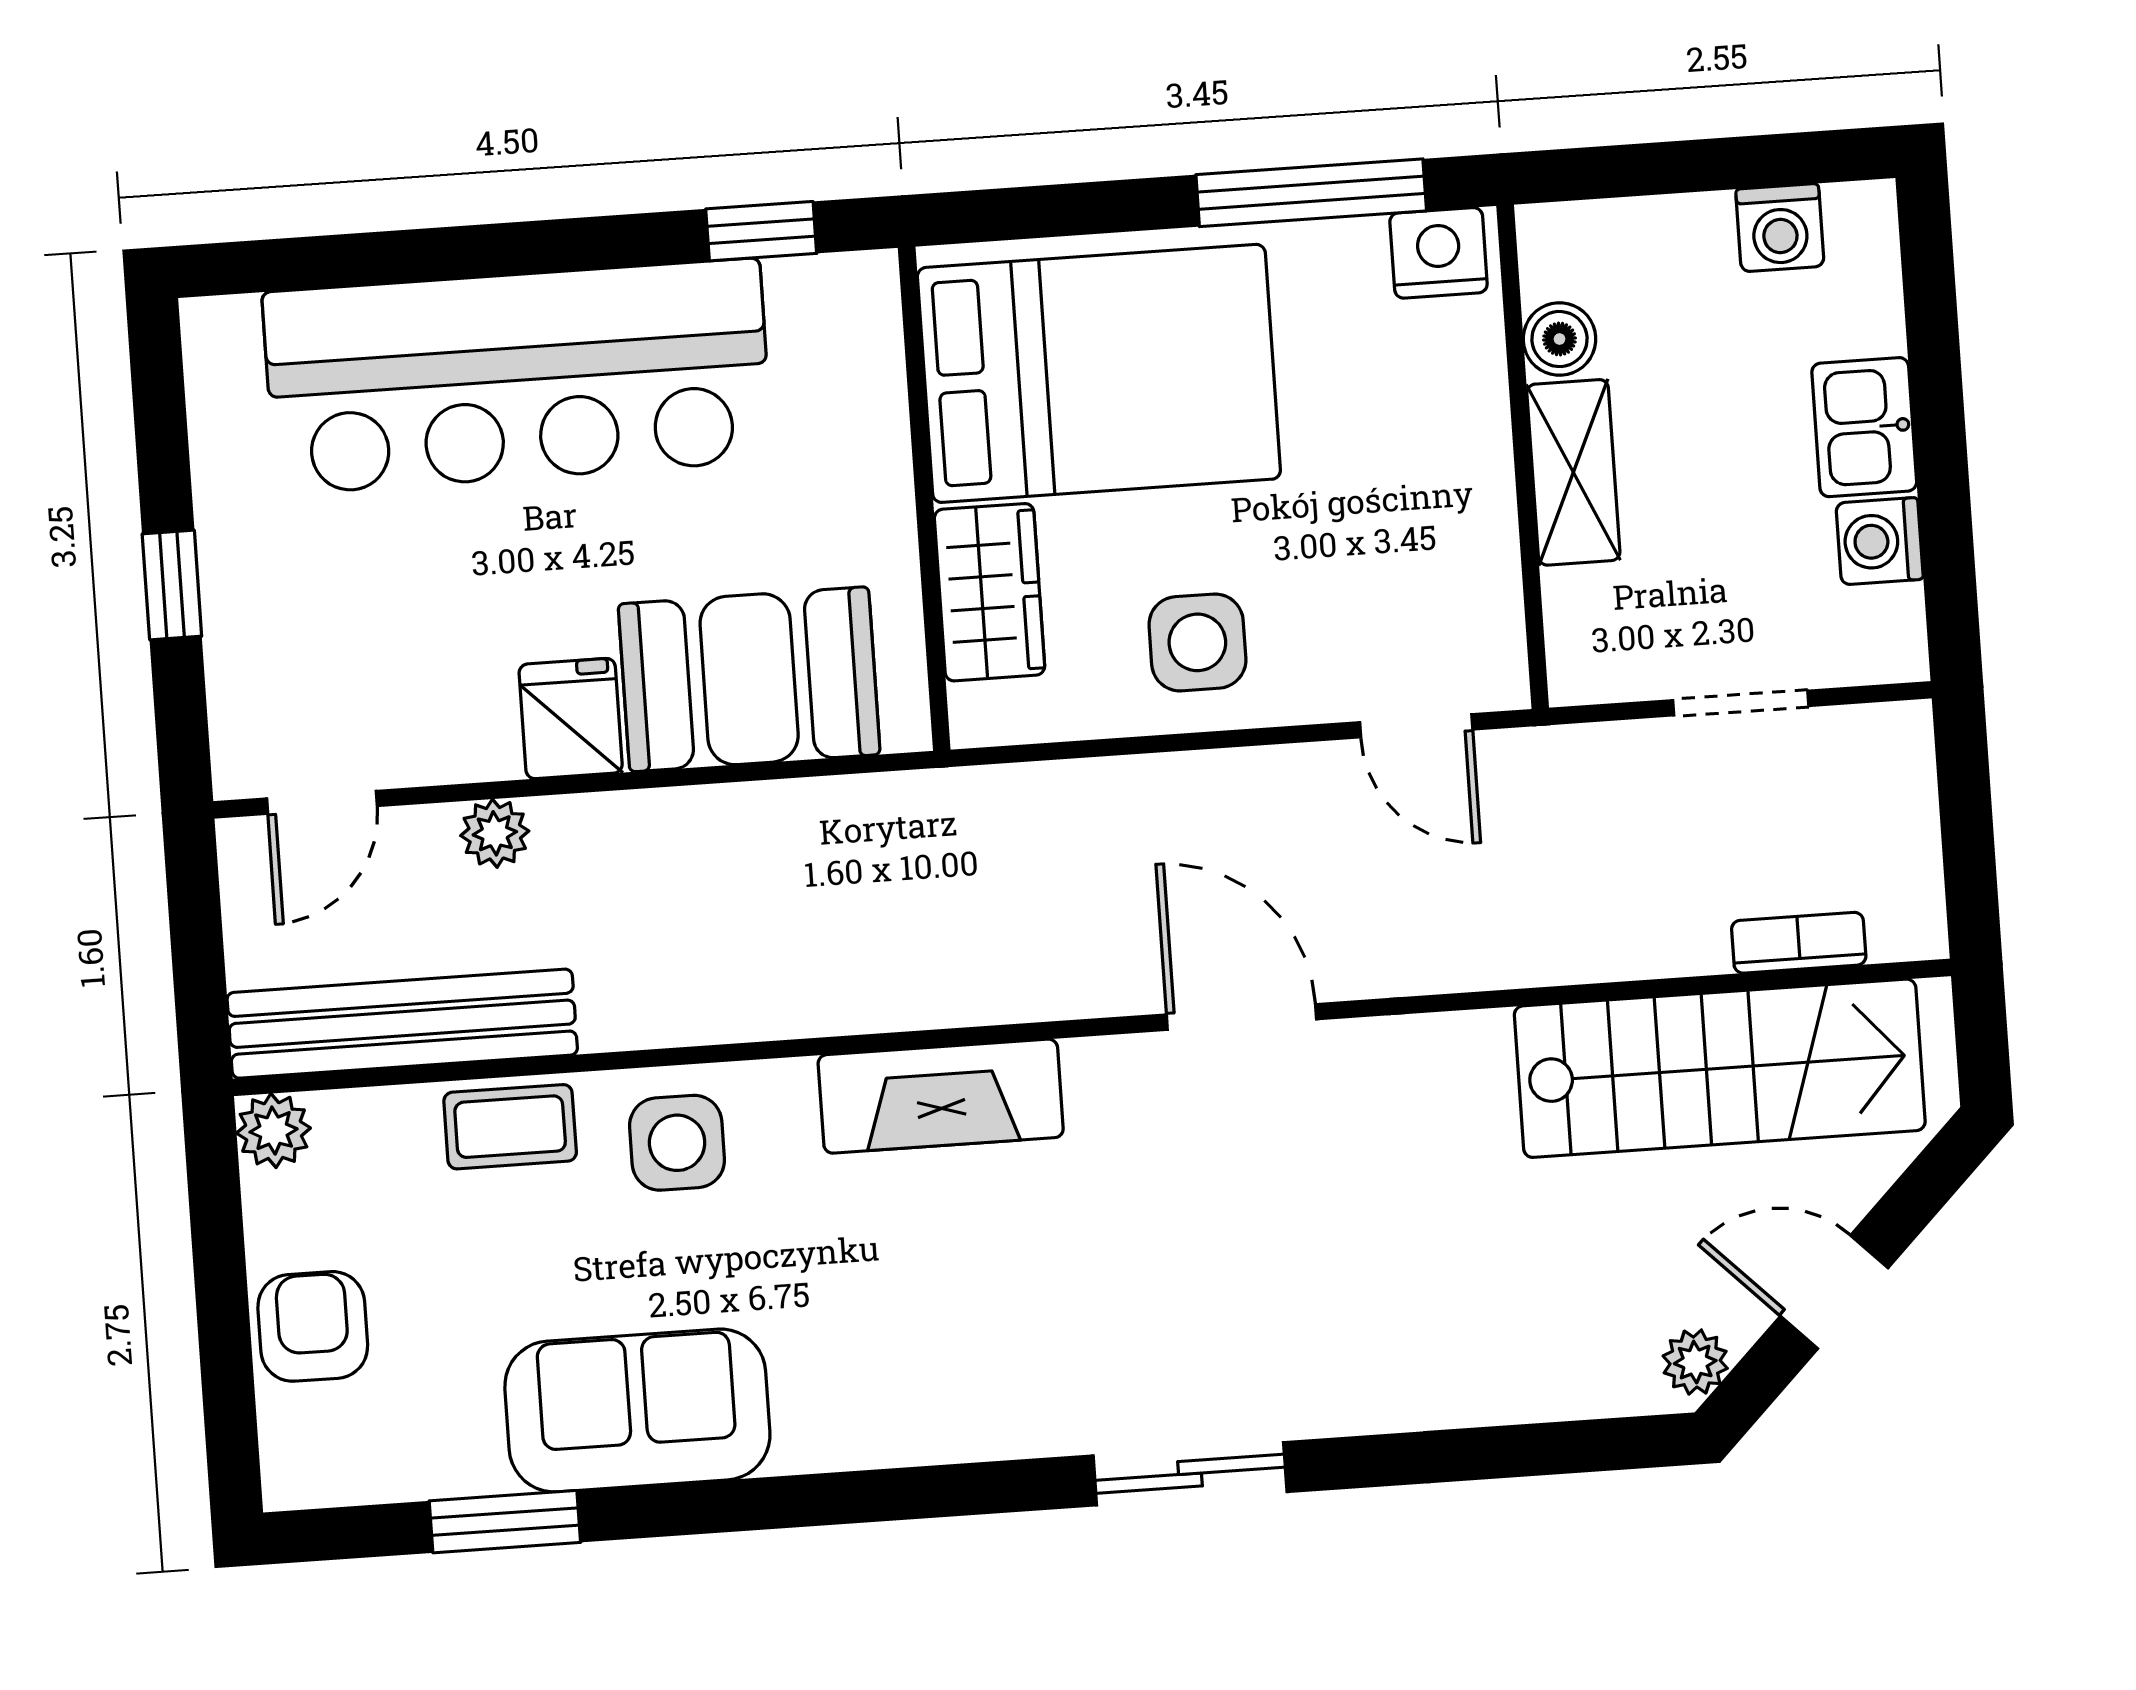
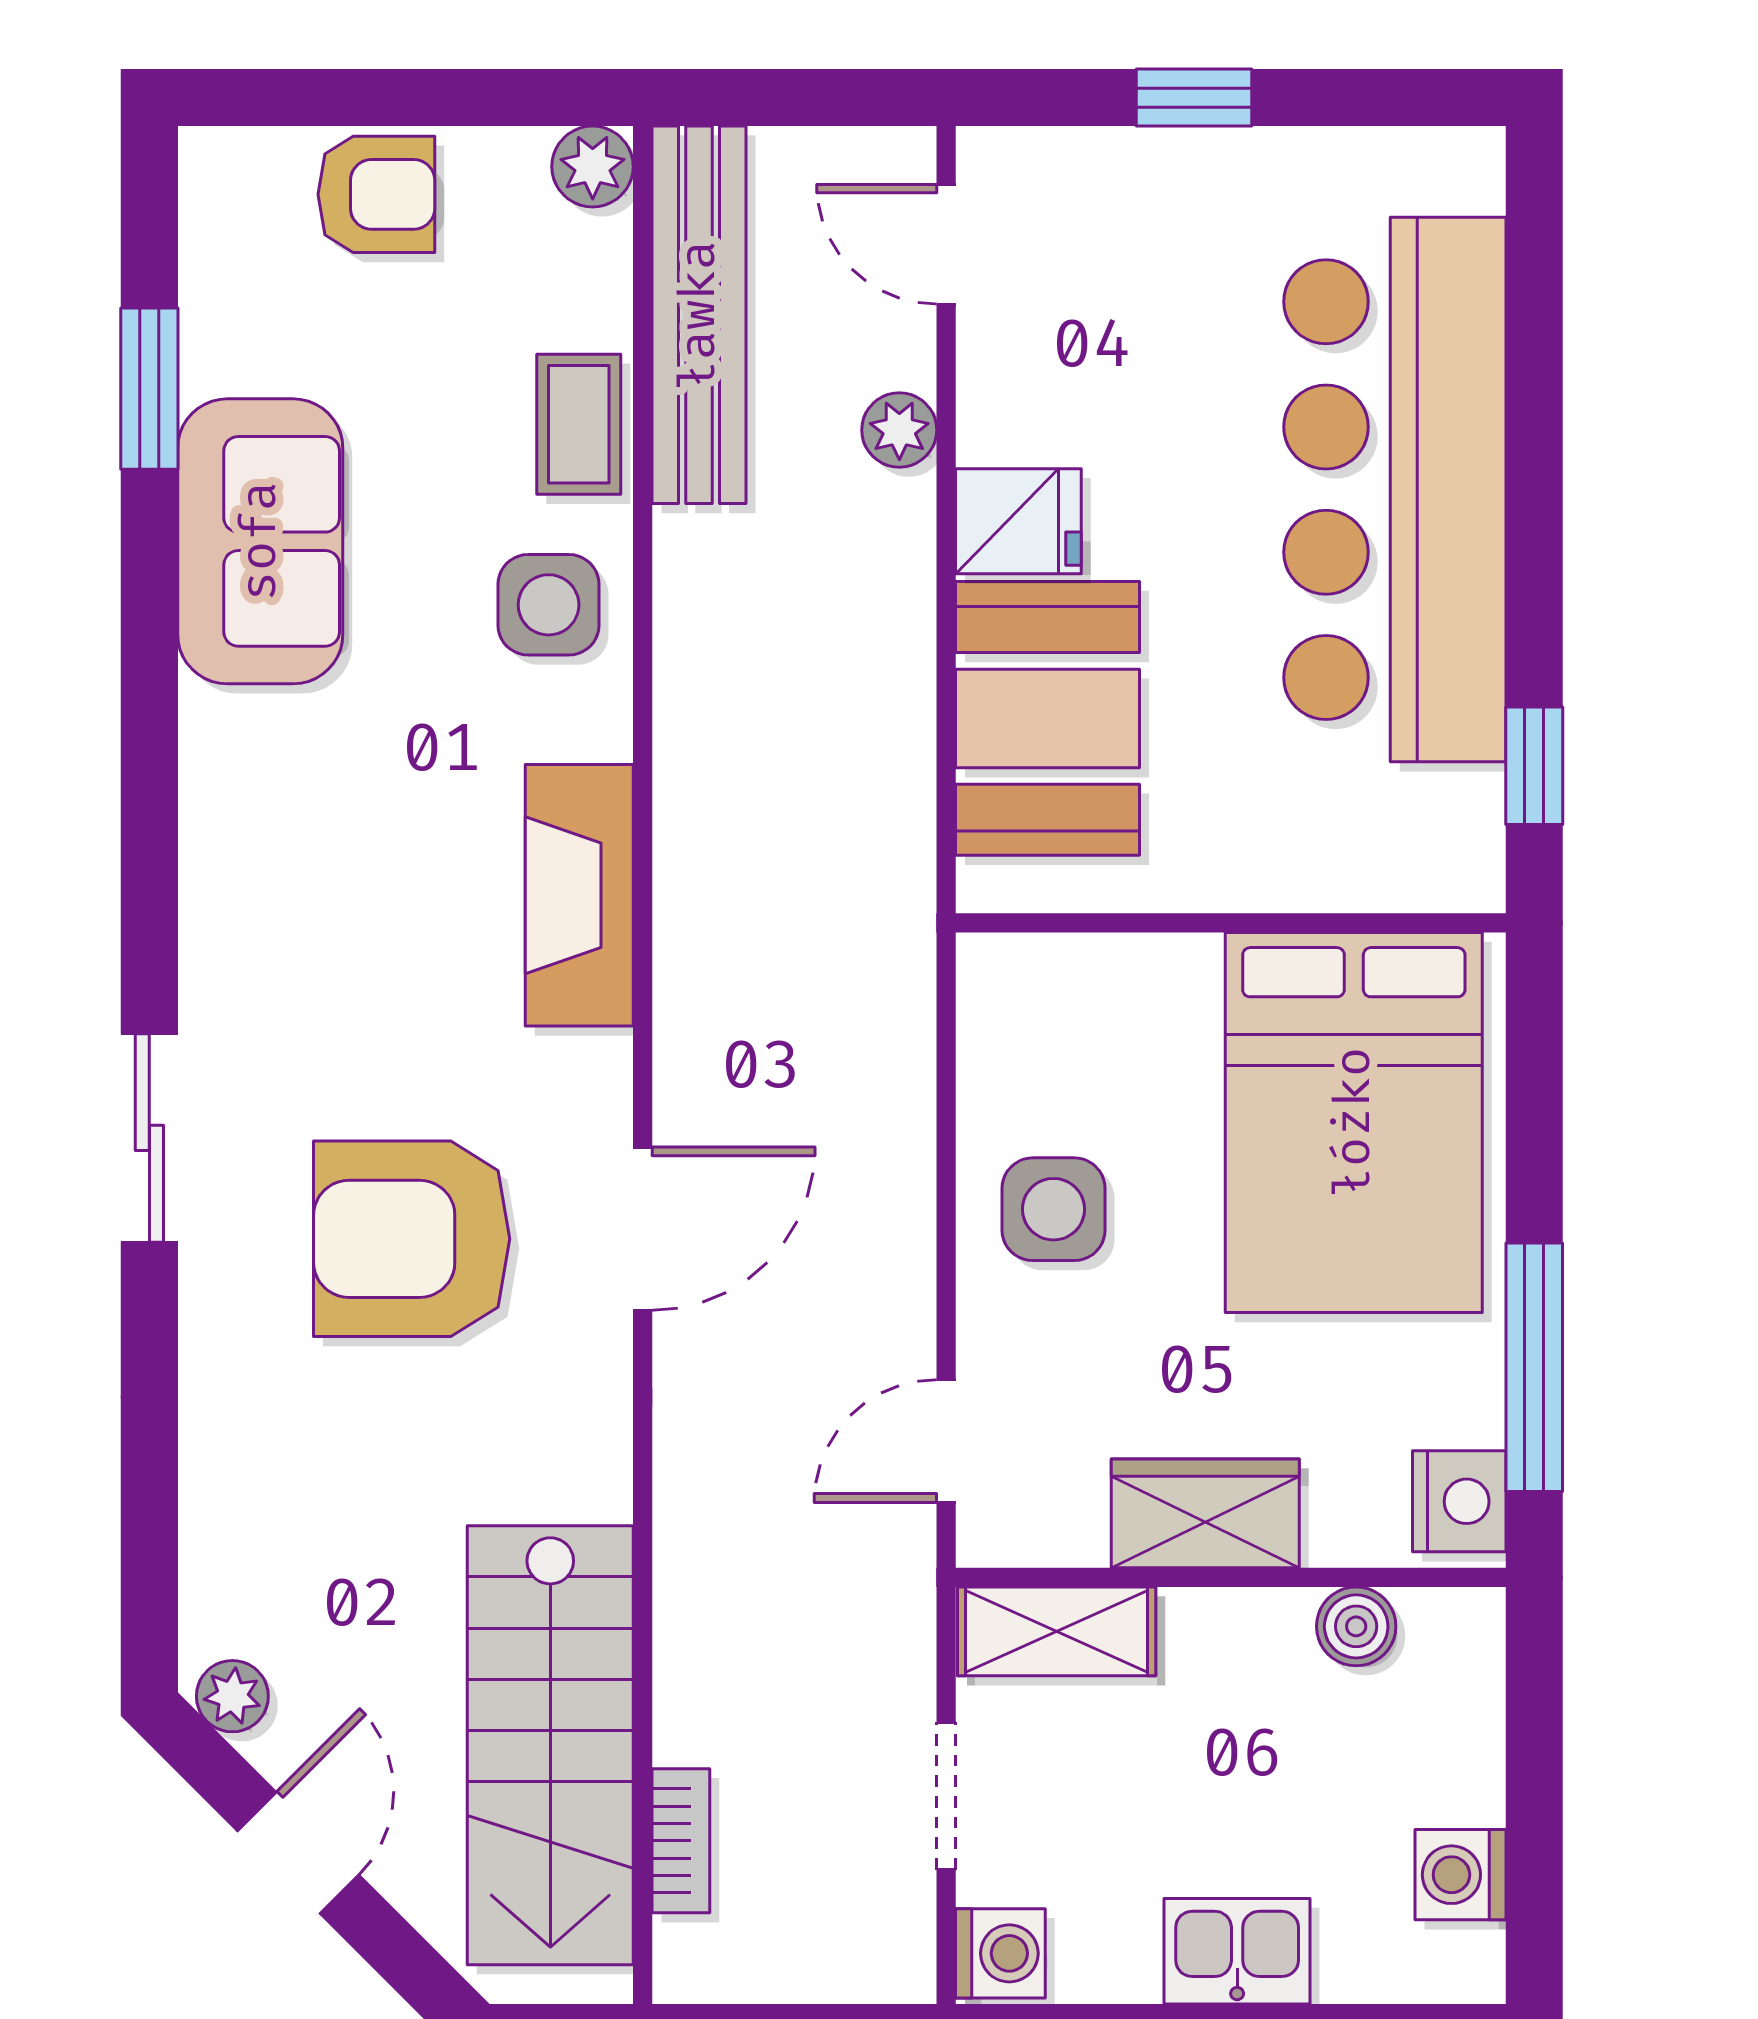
shelving: (1573, 472) -> (1057, 1631), moved
washing machine: (1880, 541) -> (1000, 1953), moved, turned 90
wardrobe: (989, 592) -> (1205, 1513), moved, turned 180
armchair: (1266, 1227) -> (412, 1239), added

